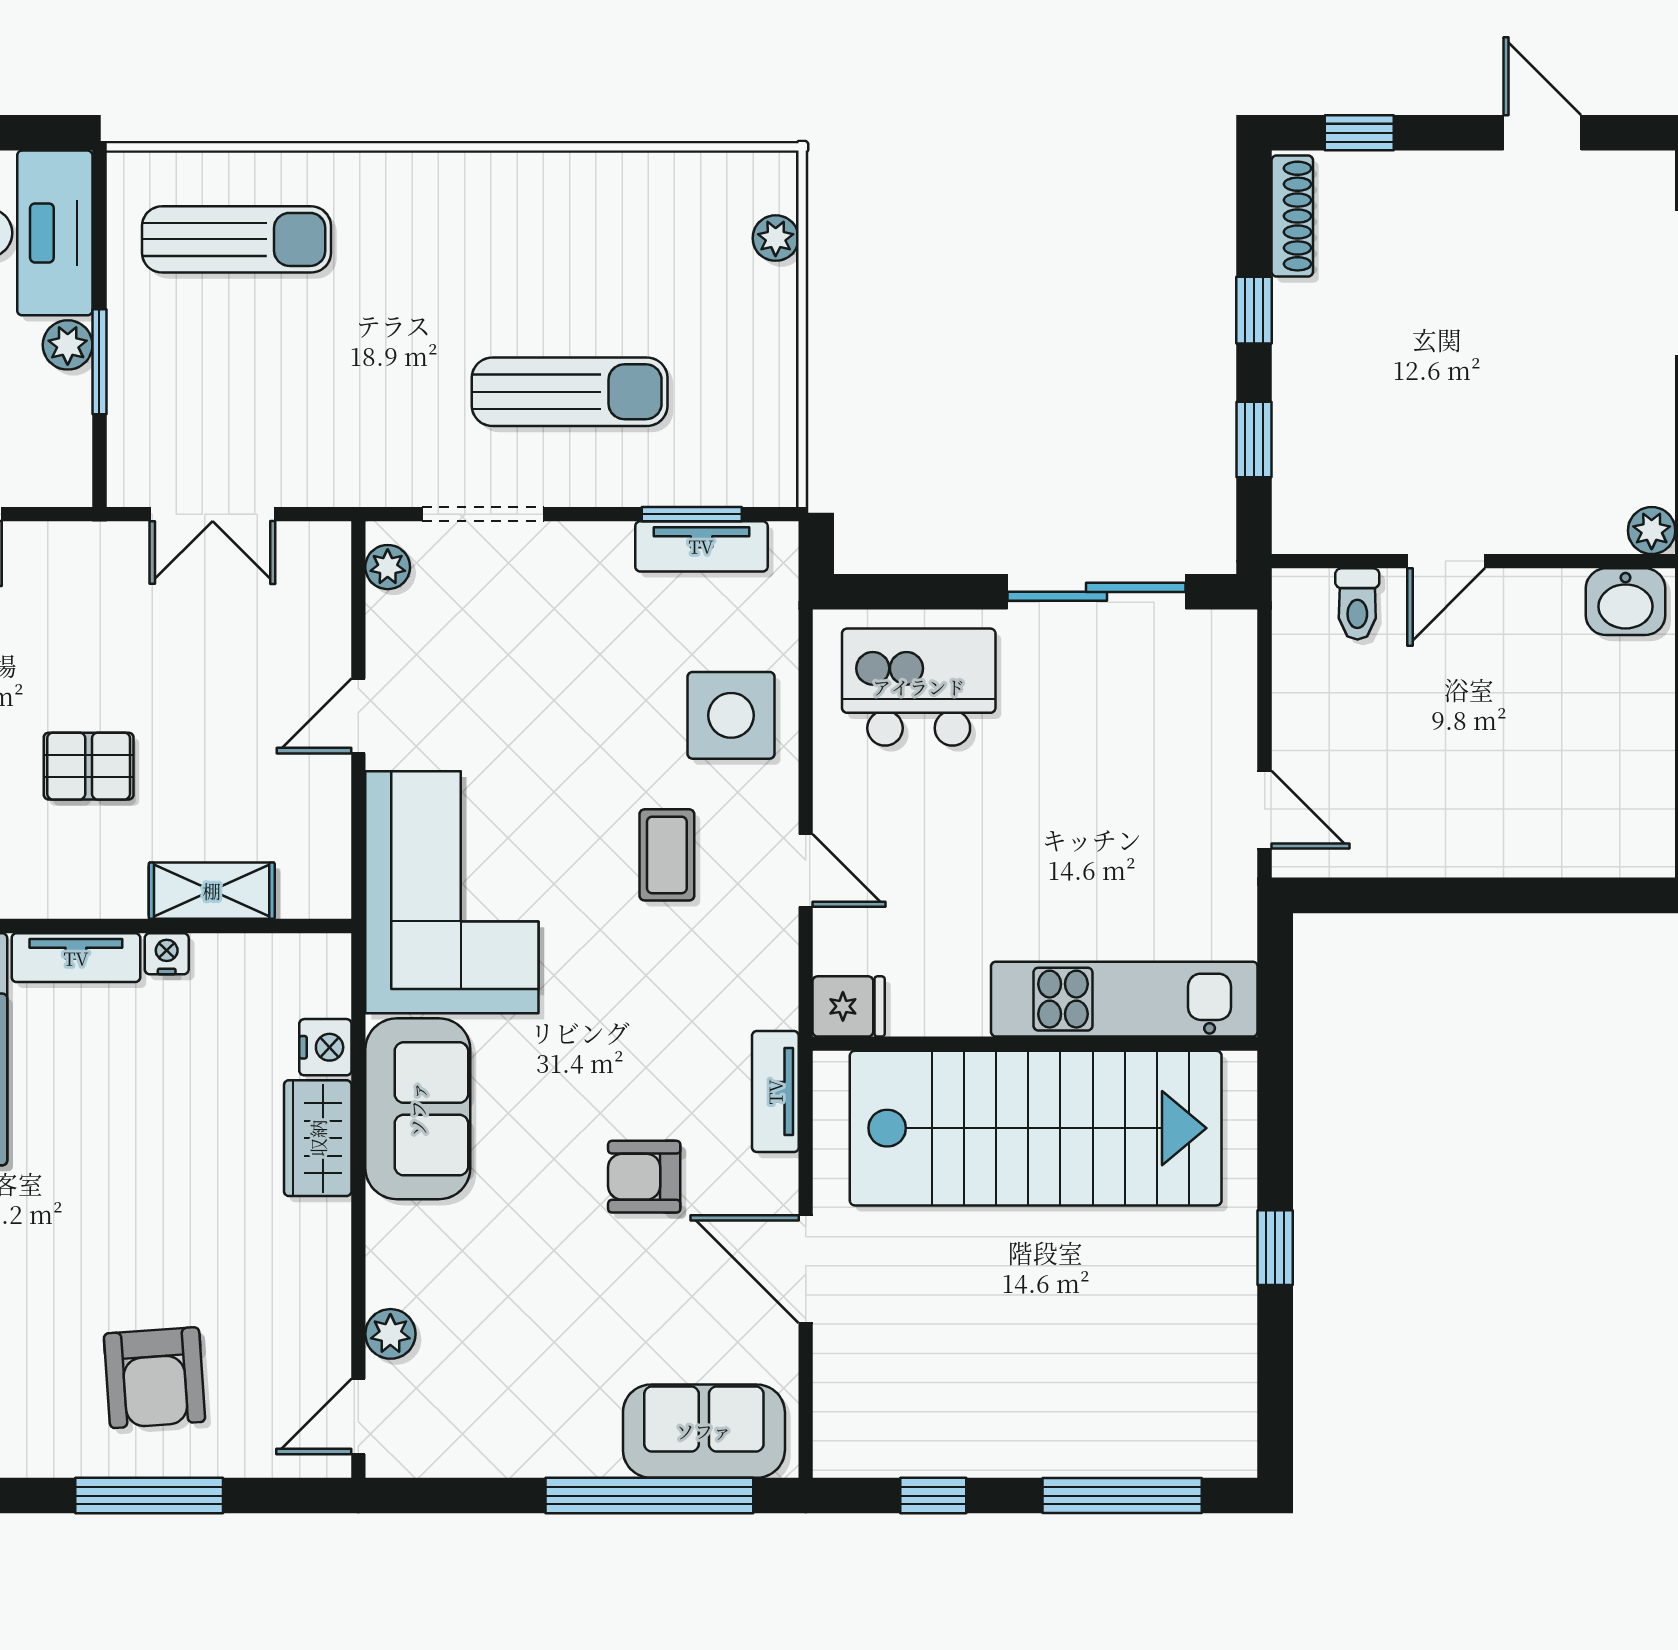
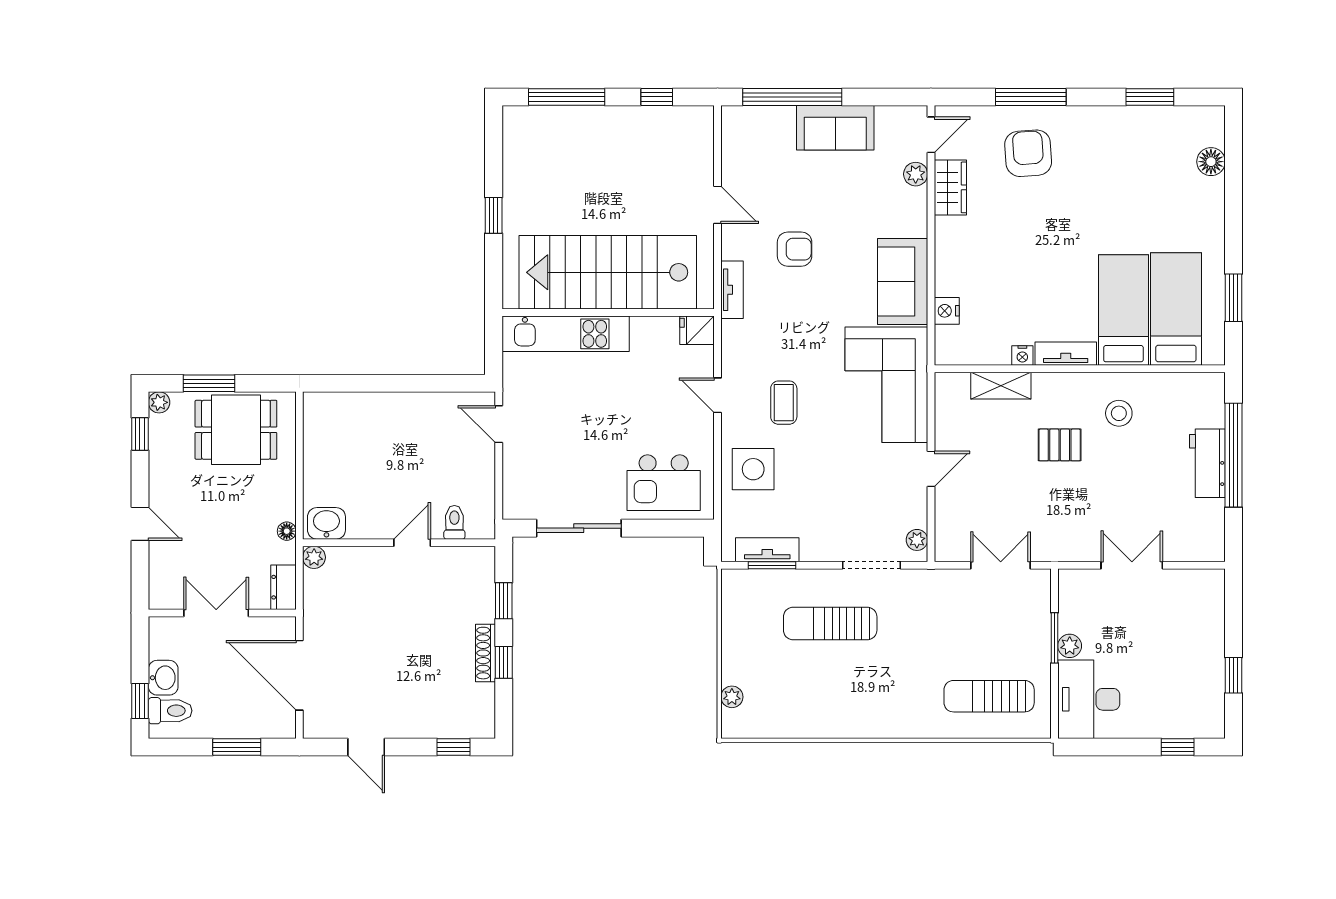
shoe rack: (1292, 216) -> (485, 653), moved
wardrobe: (318, 1138) -> (950, 187), moved
door: (806, 1269) -> (718, 205), width x0.73
sofa: (704, 1431) -> (835, 128), moved

